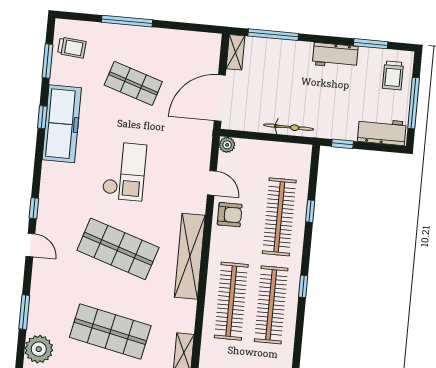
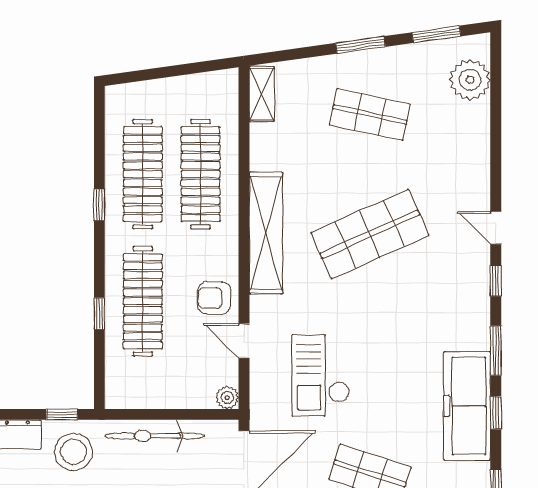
stool: (337, 117) -> (74, 452), added
bicycle: (289, 127) -> (155, 436), width x1.37, depth x1.40
checkout: (124, 171) -> (321, 375), moved
shop shelf: (118, 249) -> (370, 234), turned -42
window: (24, 312) -> (496, 351), moved
shop shelf: (110, 332) -> (370, 114), width x0.70, depth x0.74

